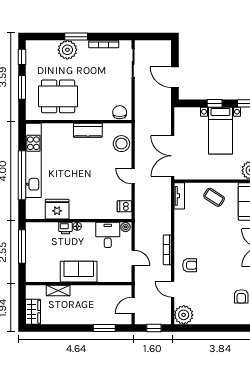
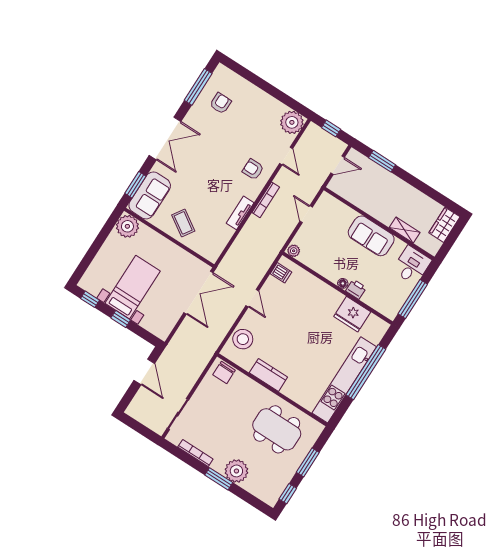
tv unit: (179, 196) -> (240, 213), moved
desk: (108, 235) -> (412, 265), moved, turned 180

